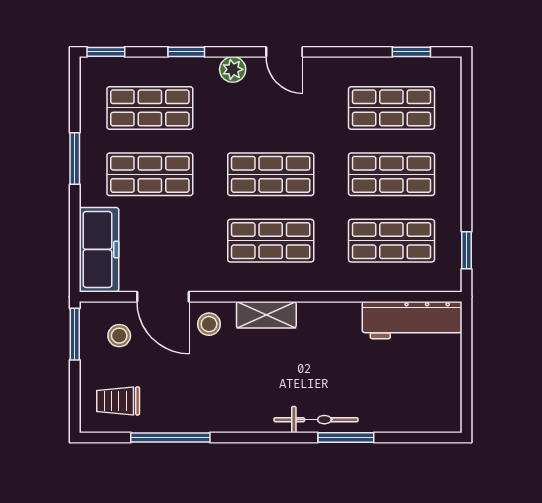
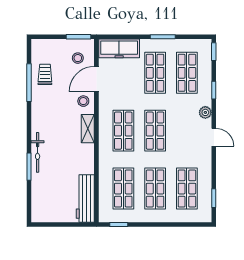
door: (284, 52) -> (214, 137), swing flipped
trolley: (118, 401) -> (45, 74), moved

